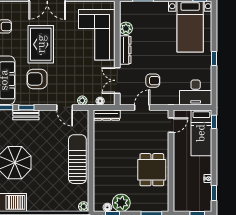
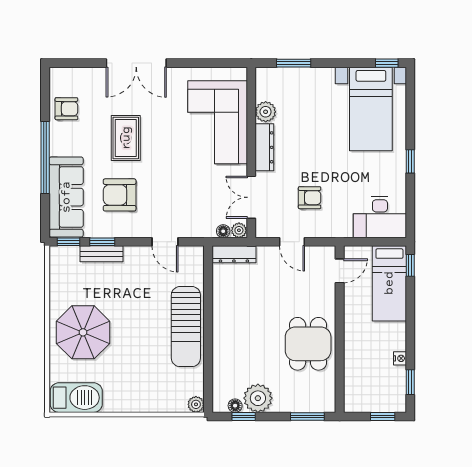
rug: (41, 44) -> (126, 138), width x0.73, depth x0.70
plant: (82, 101) -> (239, 230), moved
door: (142, 107) -> (292, 242), swing flipped
sun lounger: (77, 159) -> (186, 327), turned 180

